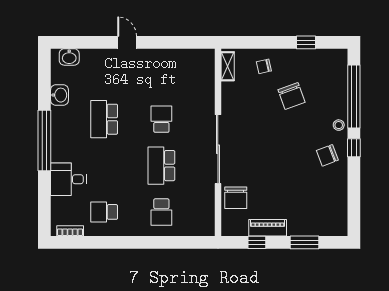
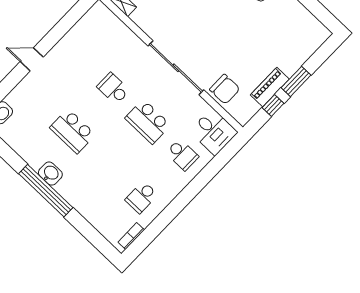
washbasin: (59, 95) -> (50, 174), moved
desk: (68, 179) -> (214, 132), moved, turned -90
window: (305, 242) -> (296, 81), moved

